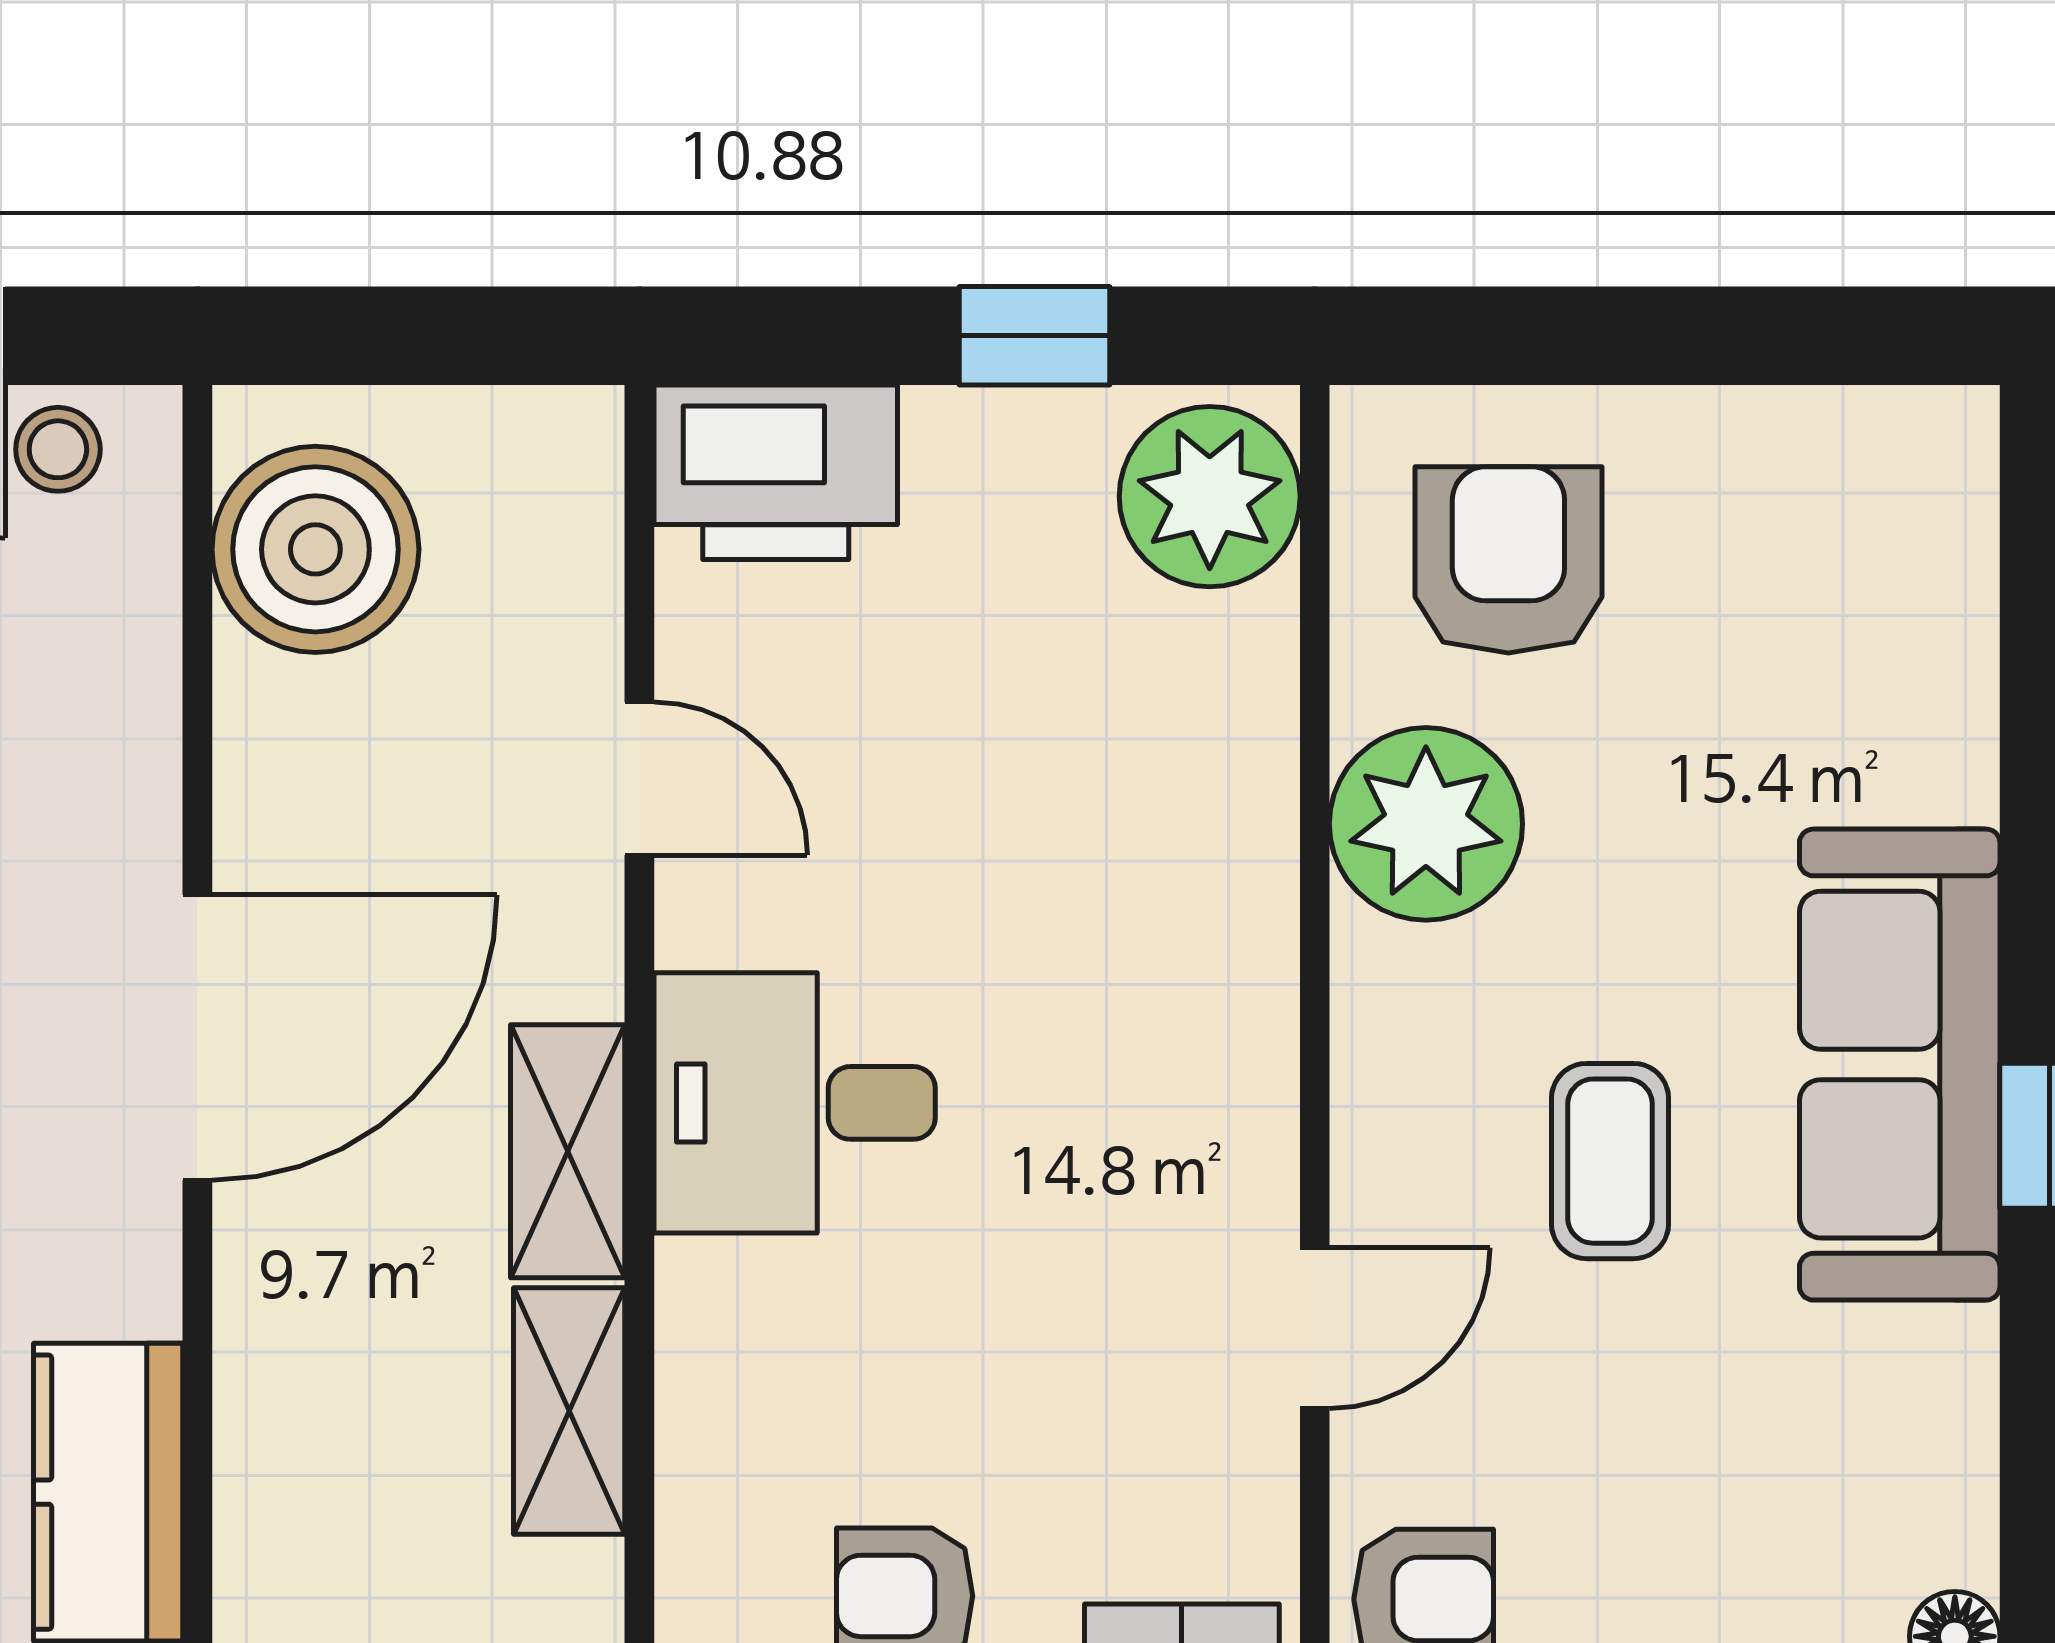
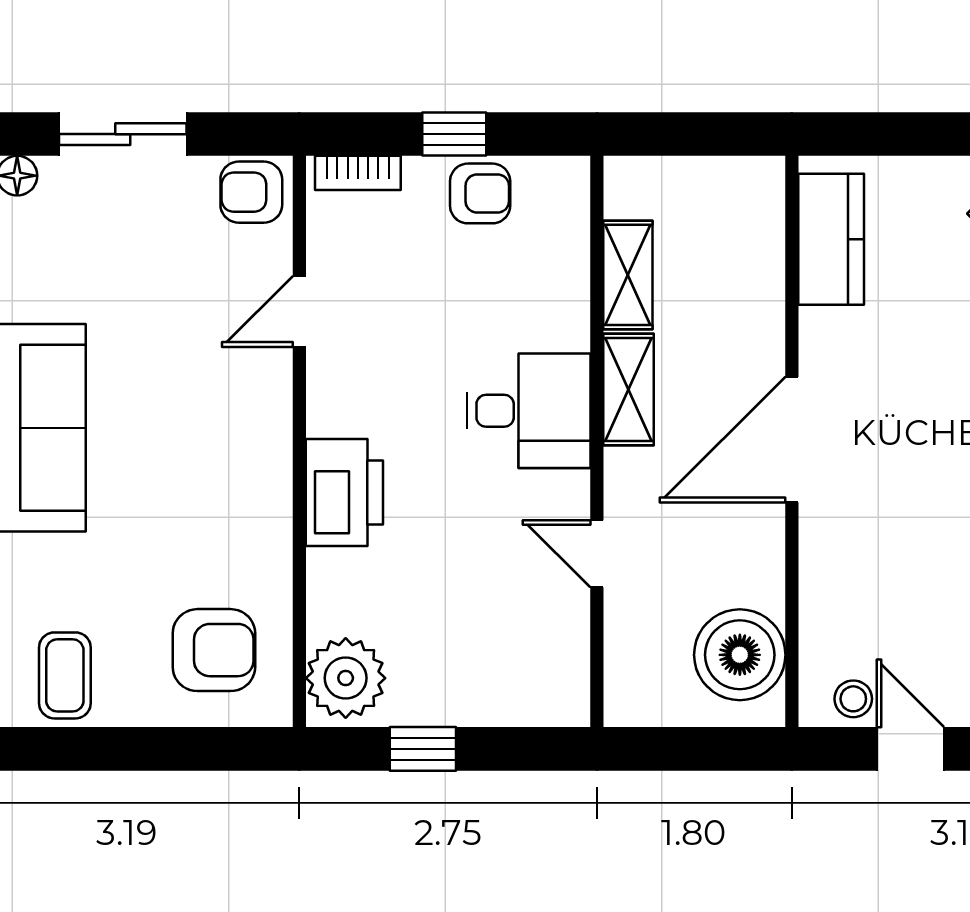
printer: (776, 472) -> (344, 493), moved, turned 90
armchair: (1508, 560) -> (214, 650), turned -90
plant: (1426, 824) -> (250, 534), removed
coffee table: (1610, 1161) -> (65, 675), moved

